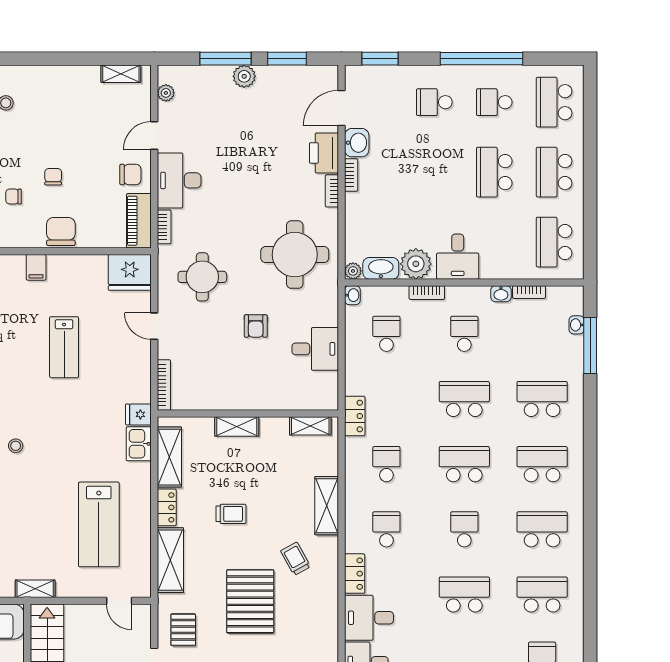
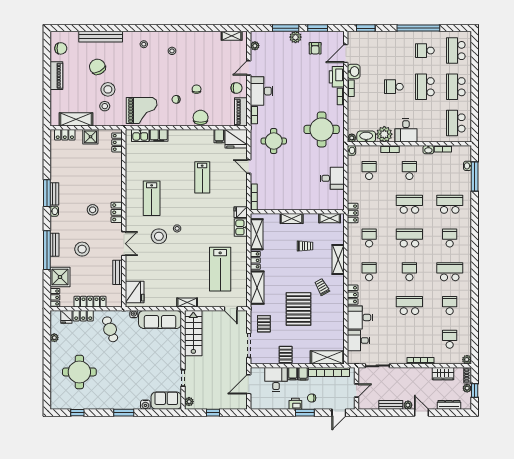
school desk: (434, 102) -> (394, 87), moved
filing cabinet: (36, 267) -> (219, 136), moved
armchair: (256, 326) -> (315, 48), moved
school desk: (542, 464) -> (450, 238), width x0.54
trolley: (231, 514) -> (305, 246), moved
school desk: (542, 595) -> (450, 305), width x0.54

